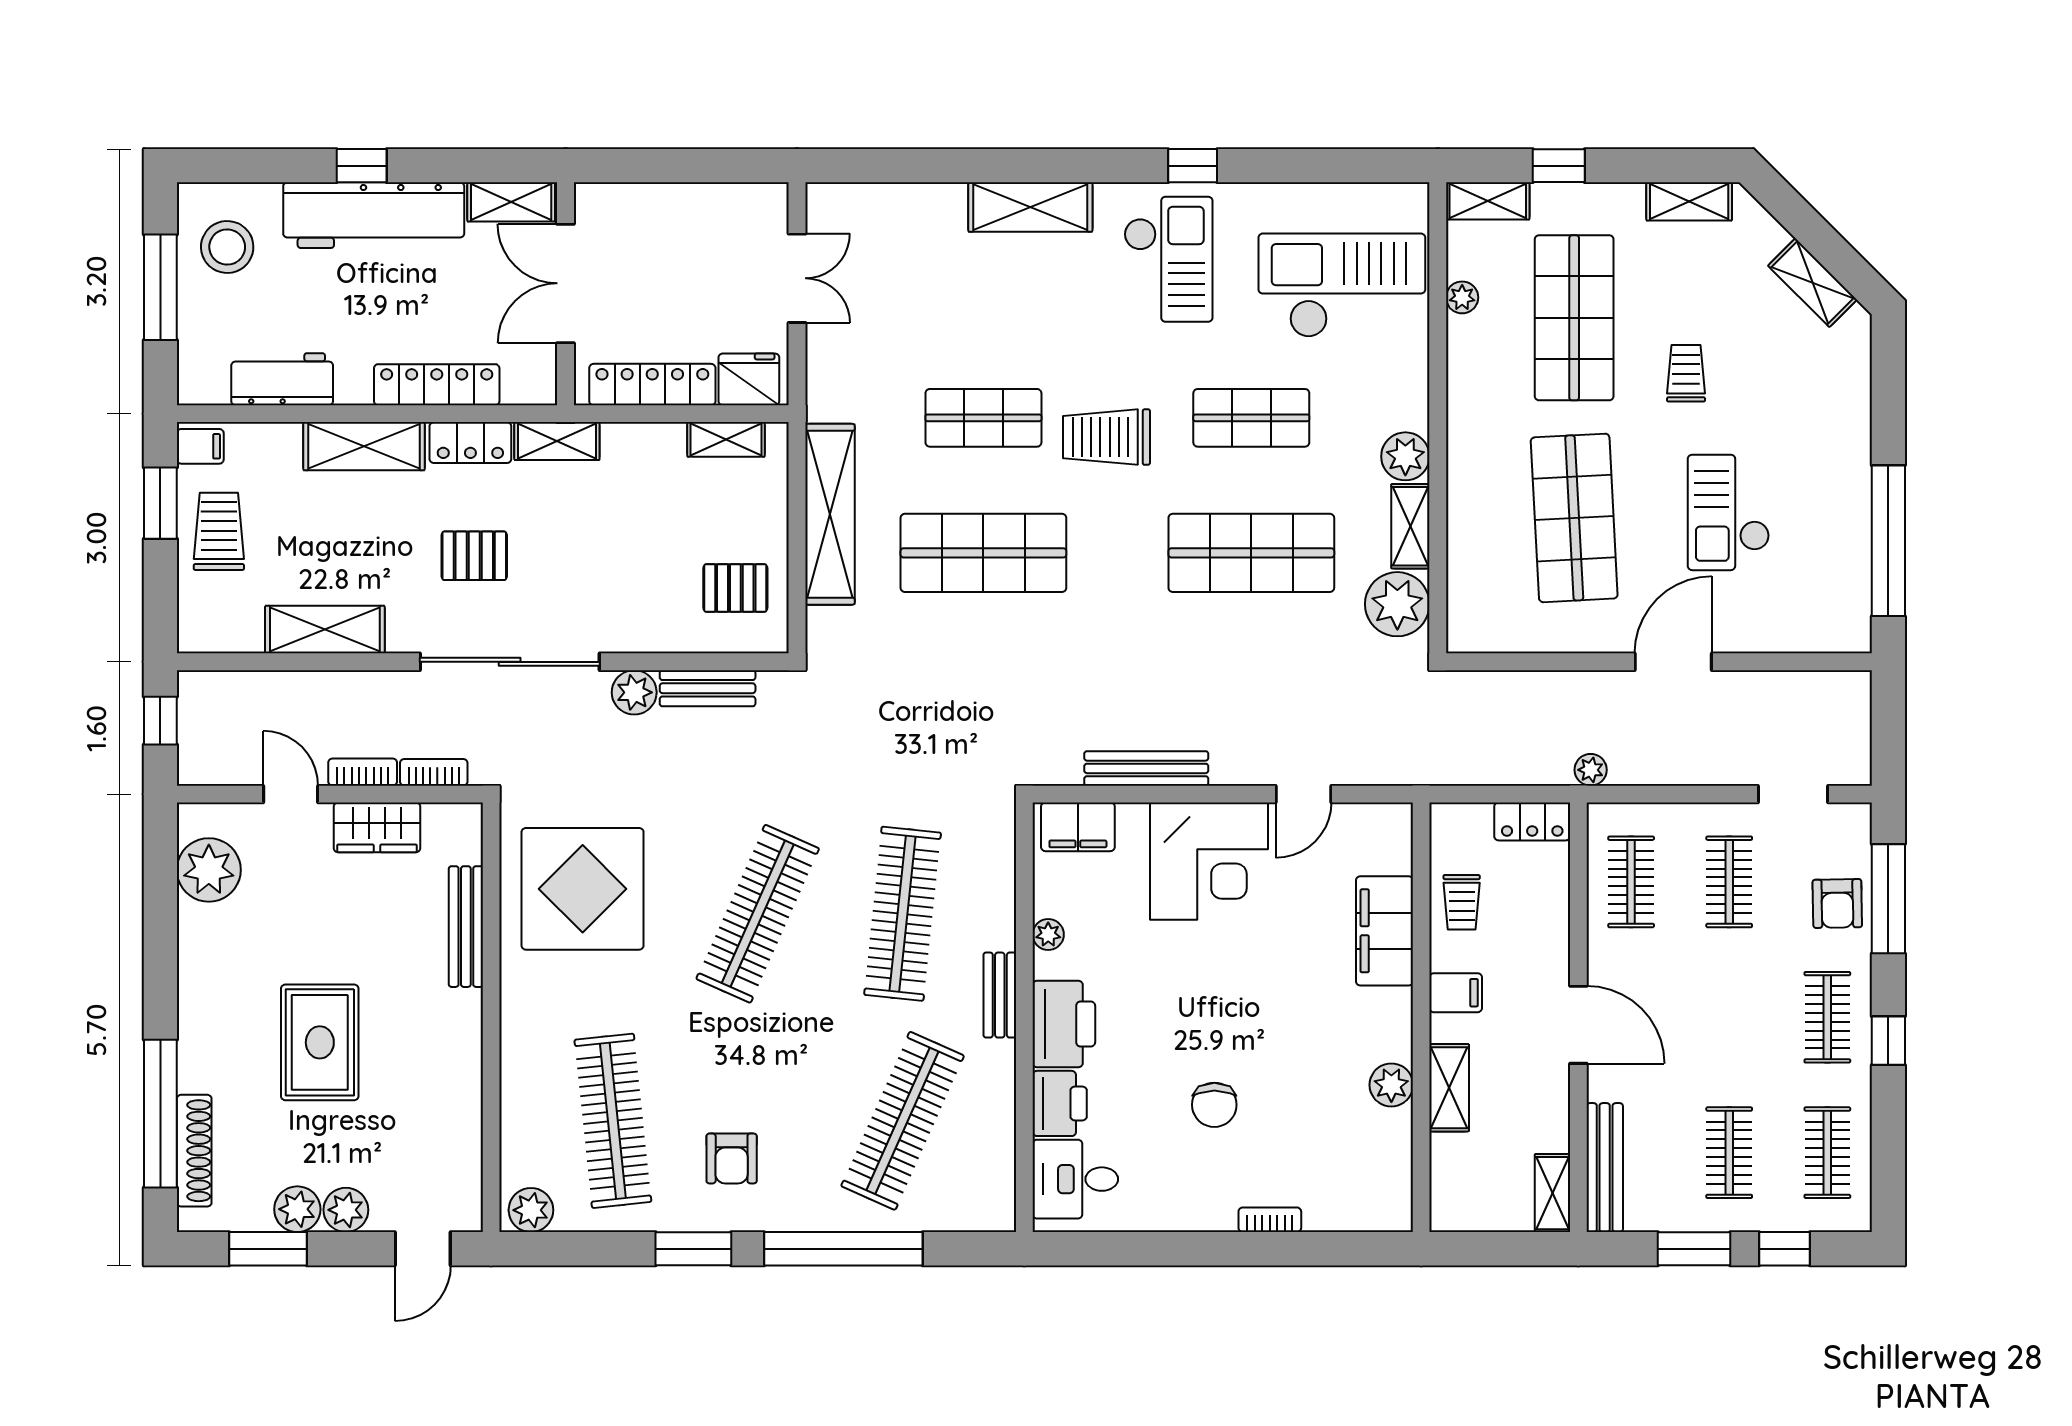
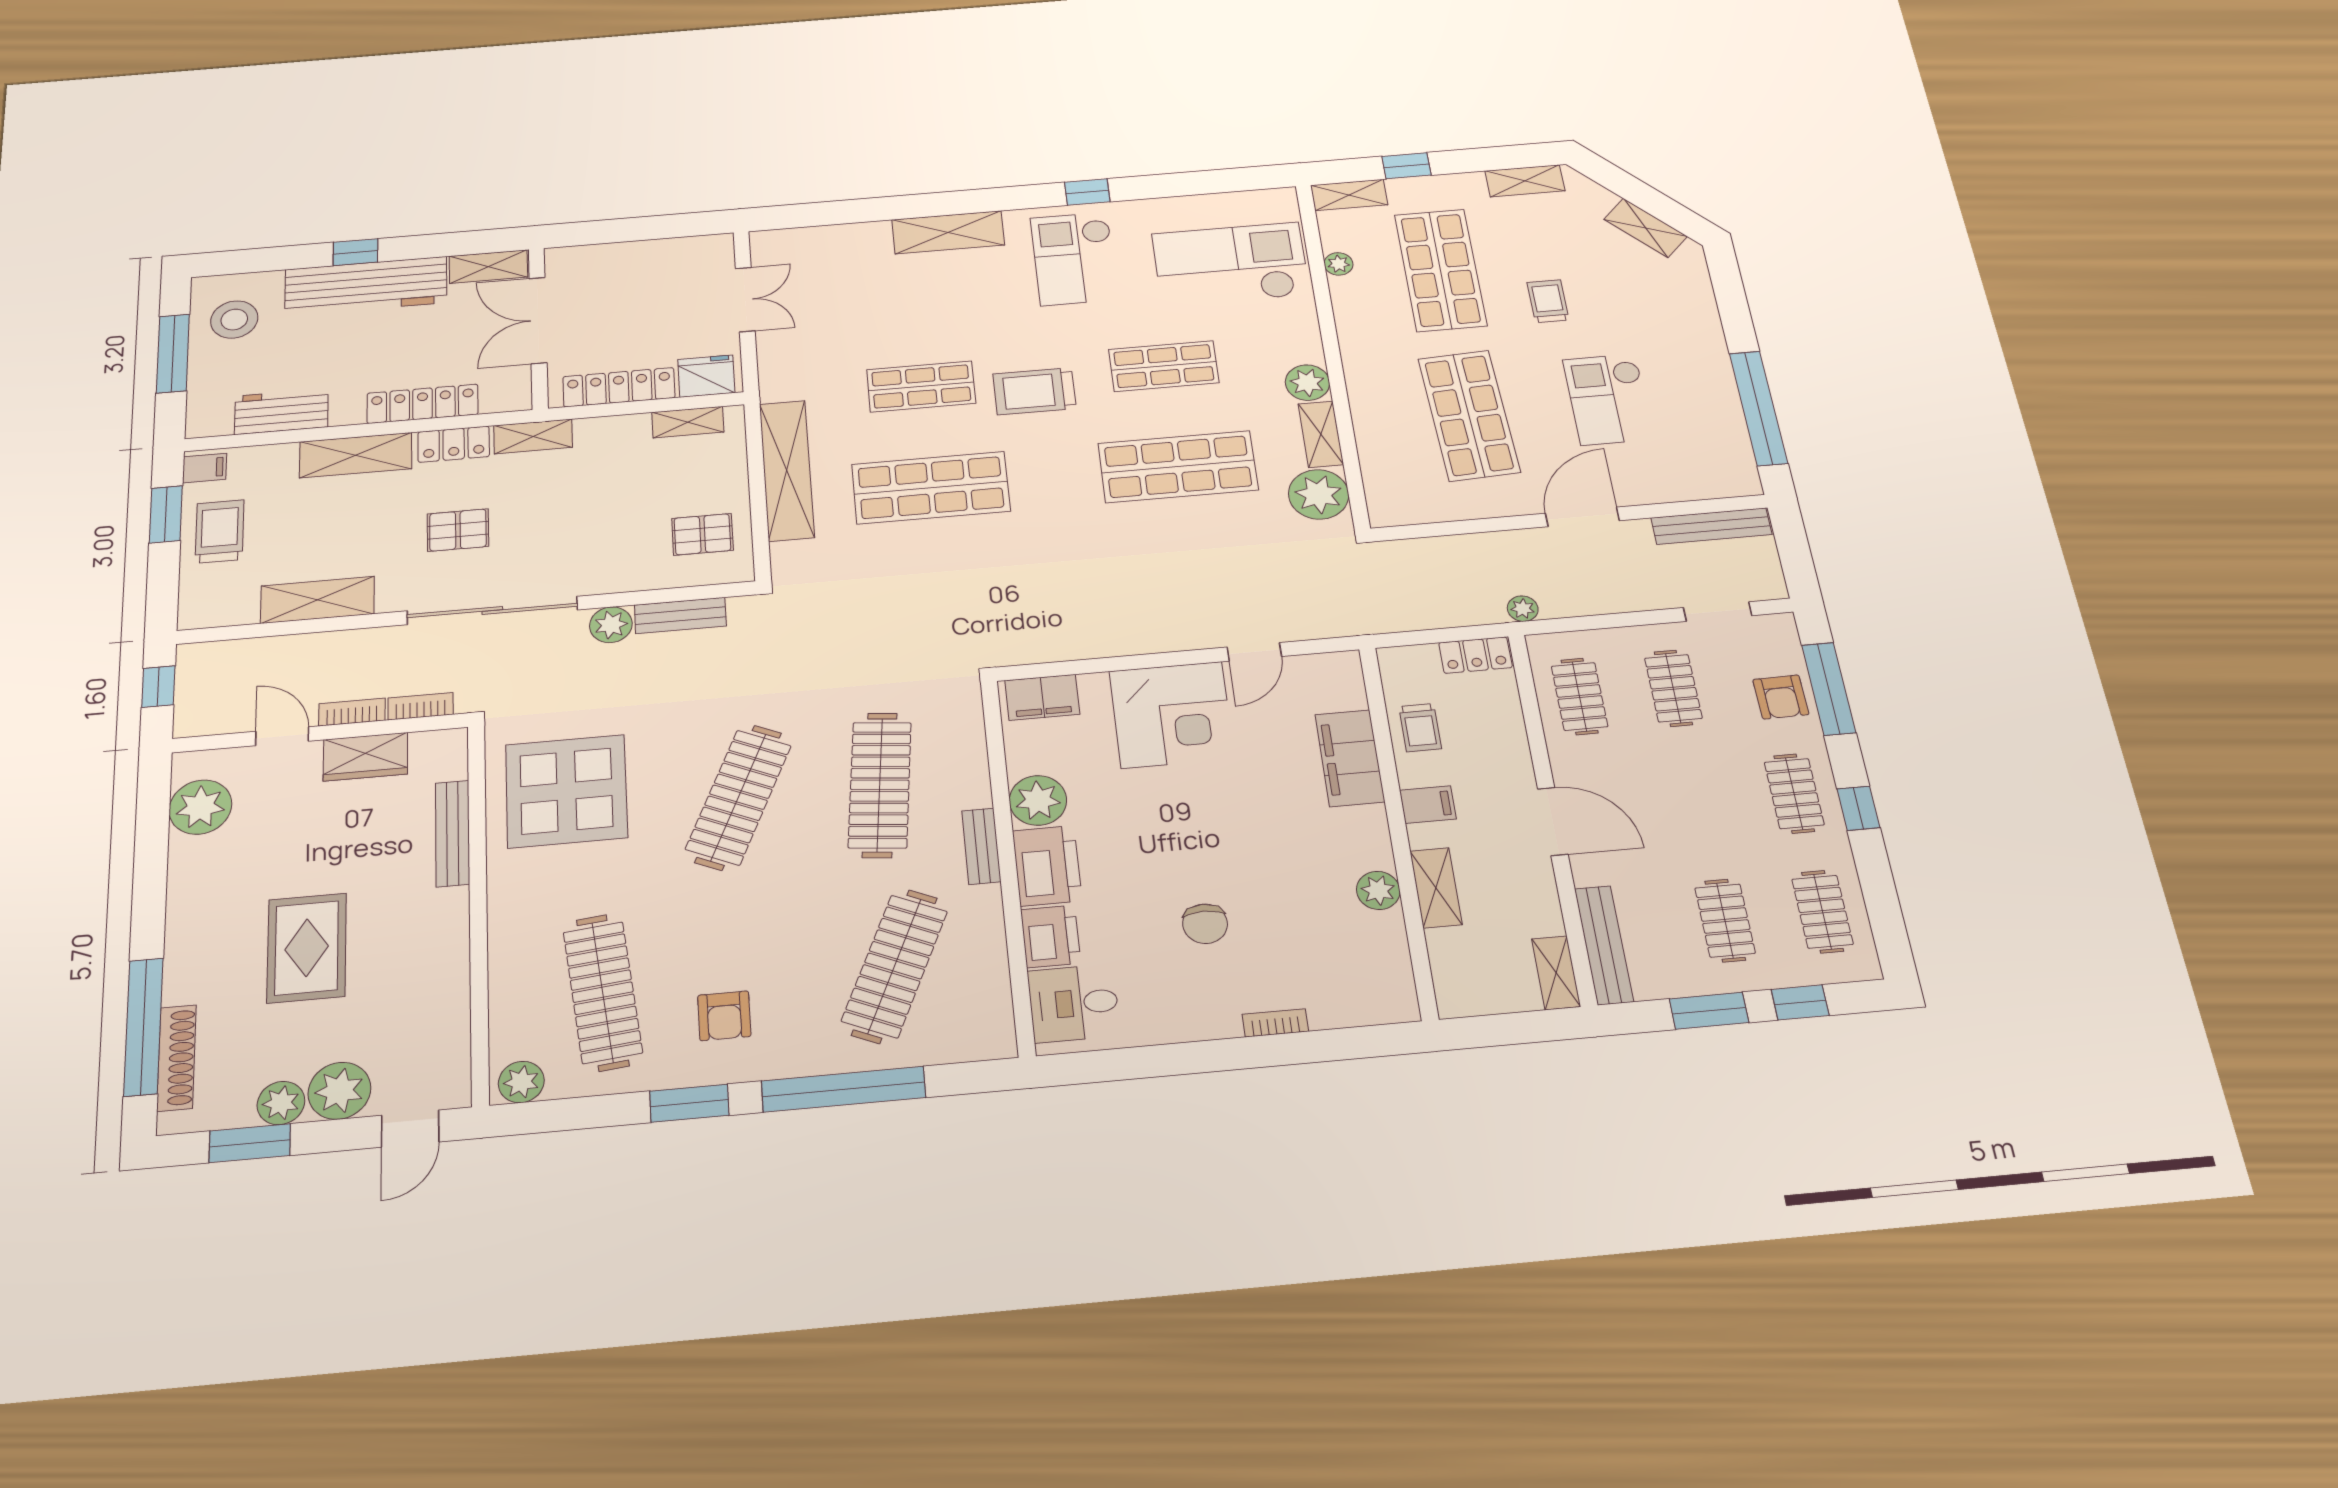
checkout: (1168, 259) -> (1074, 259), turned 180
bench: (1146, 768) -> (1711, 526), moved
plant: (1048, 935) -> (1038, 800), width x1.87, depth x1.87
plant: (346, 1210) -> (339, 1091), width x1.36, depth x1.36

